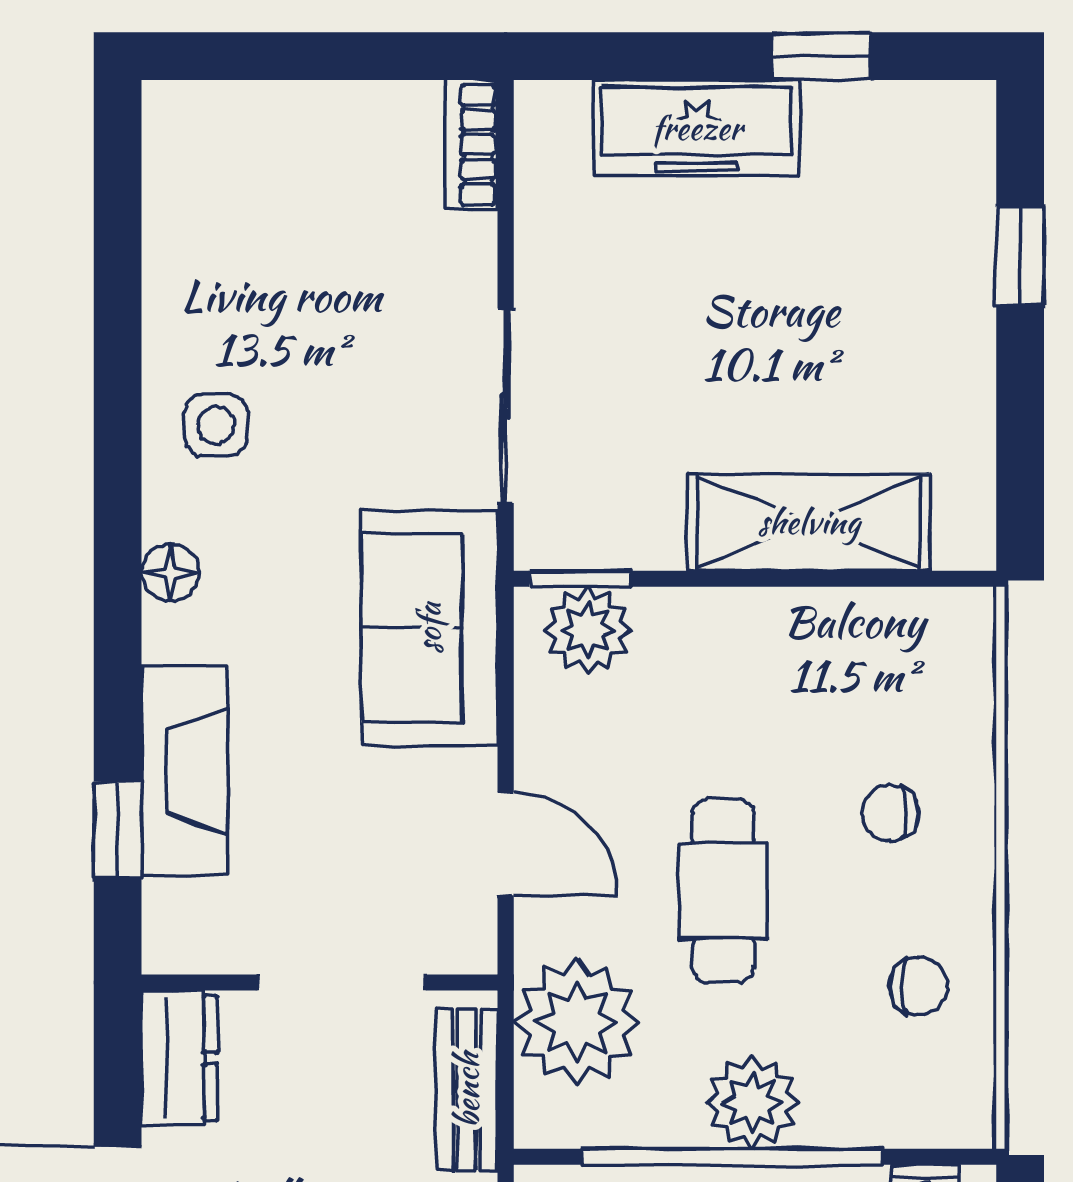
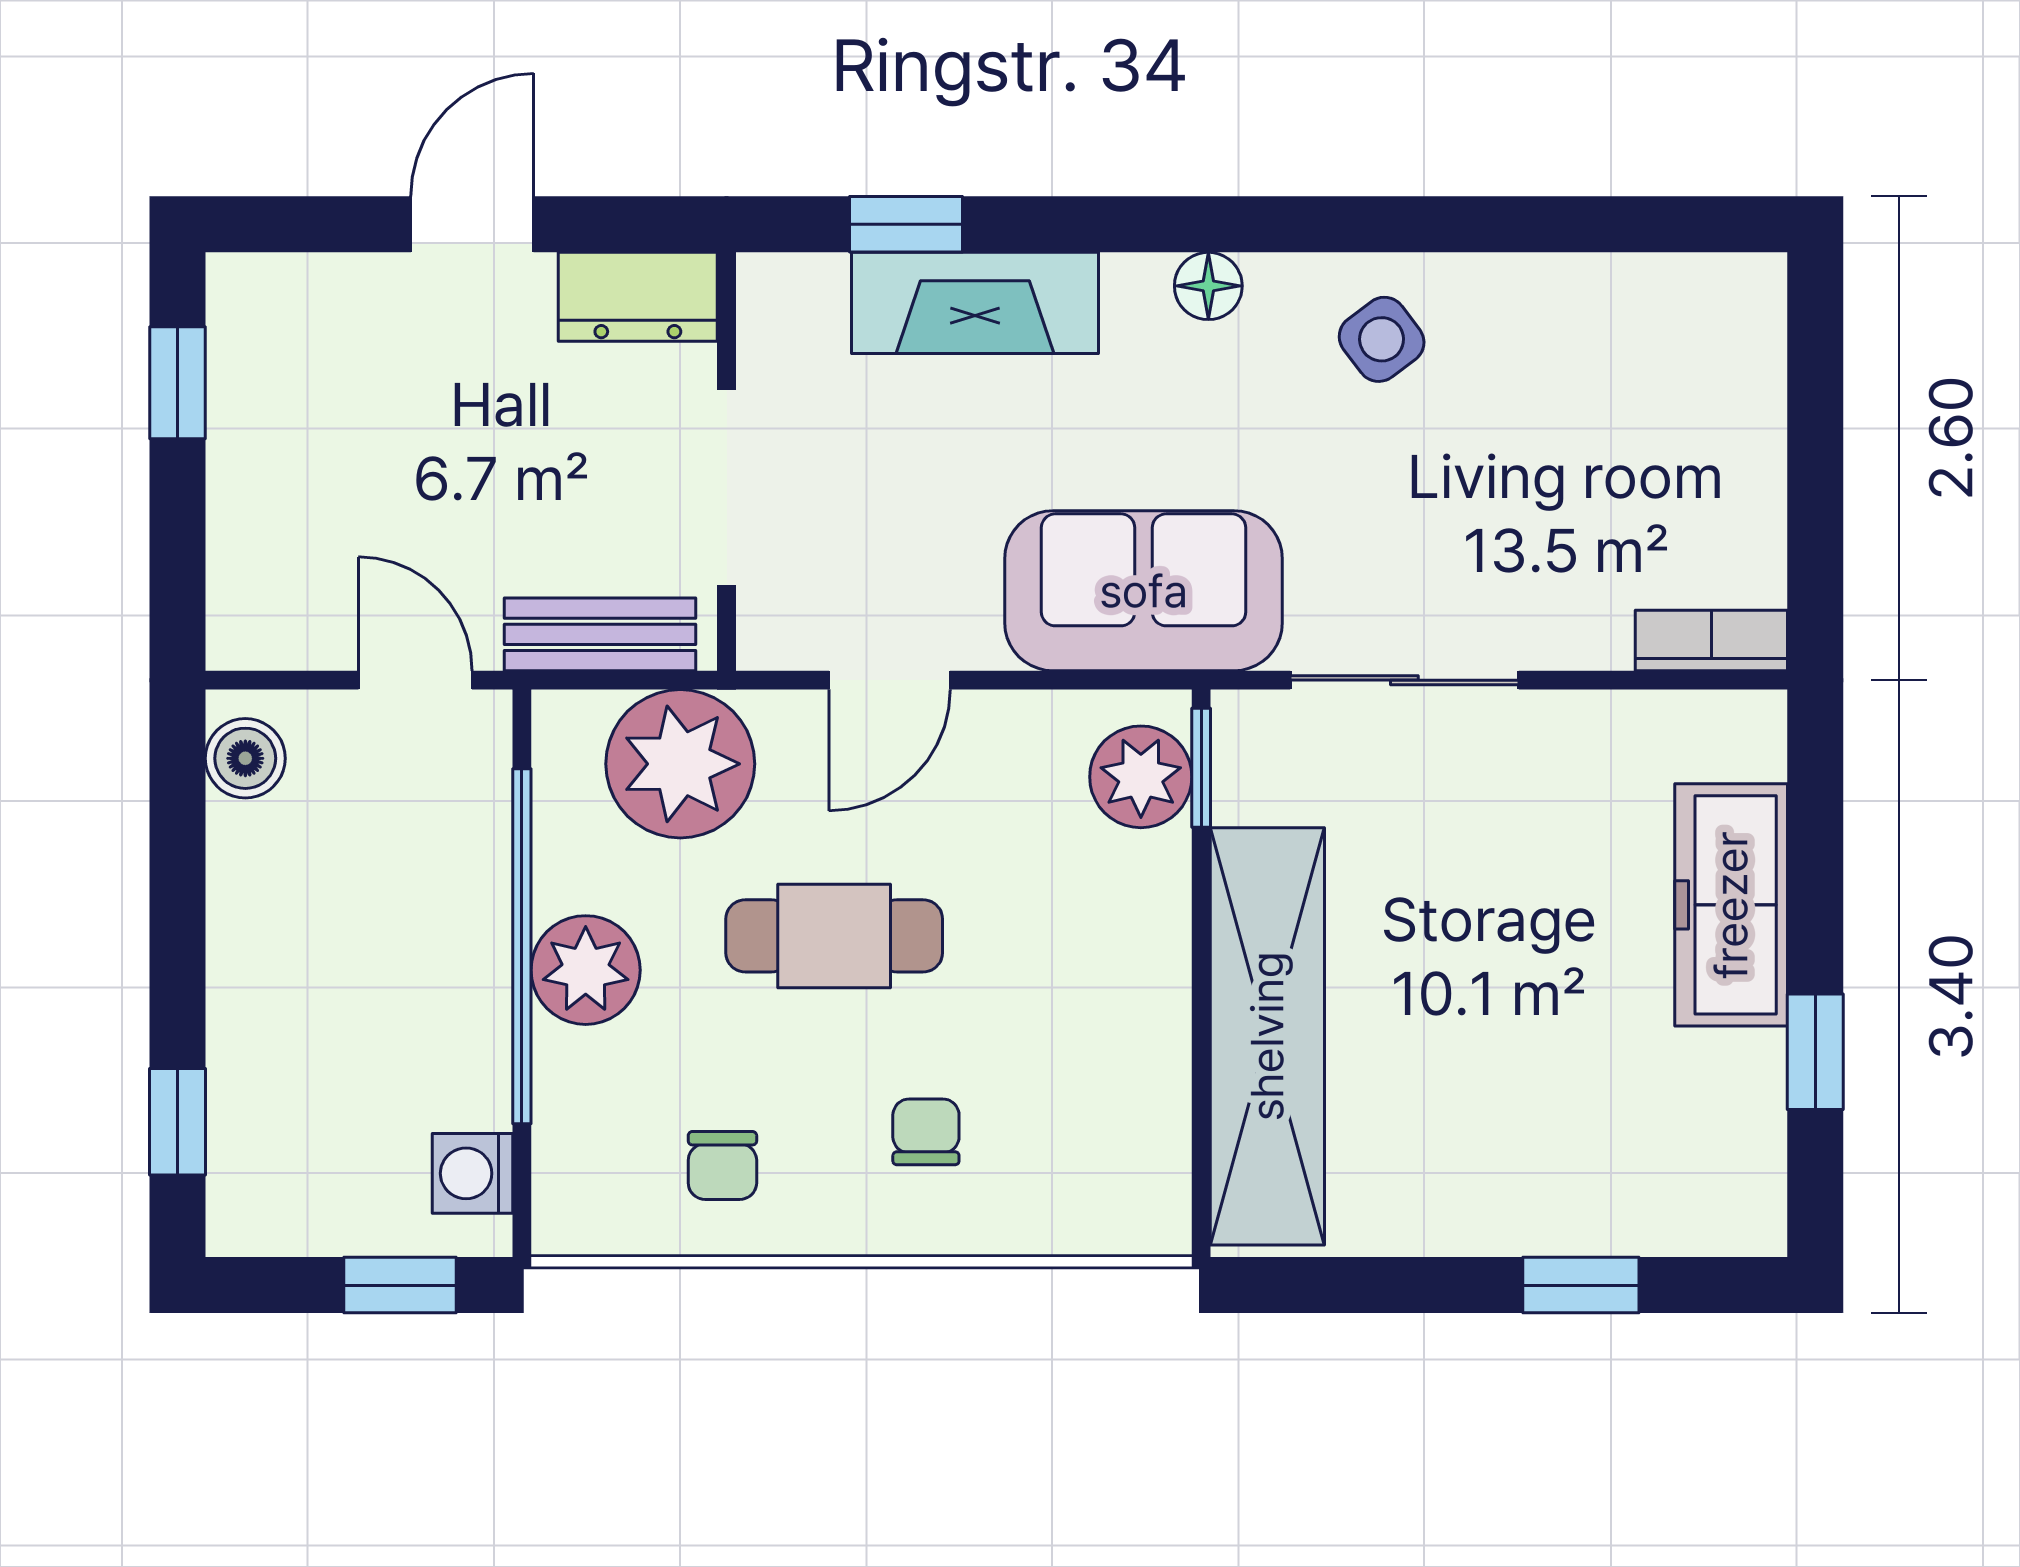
side table: (216, 425) -> (1382, 339), turned -37
shelving: (809, 522) -> (1267, 1036), width x1.47

